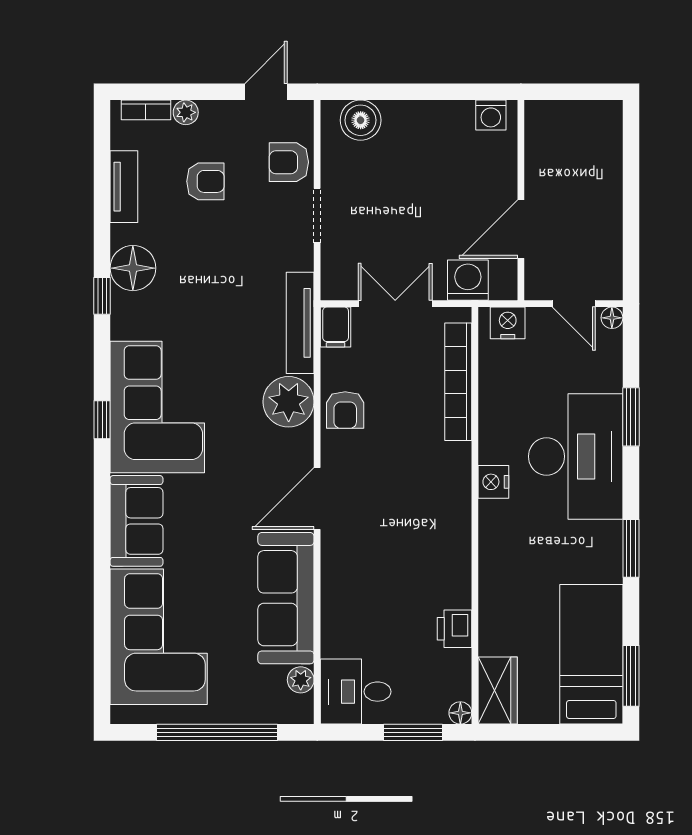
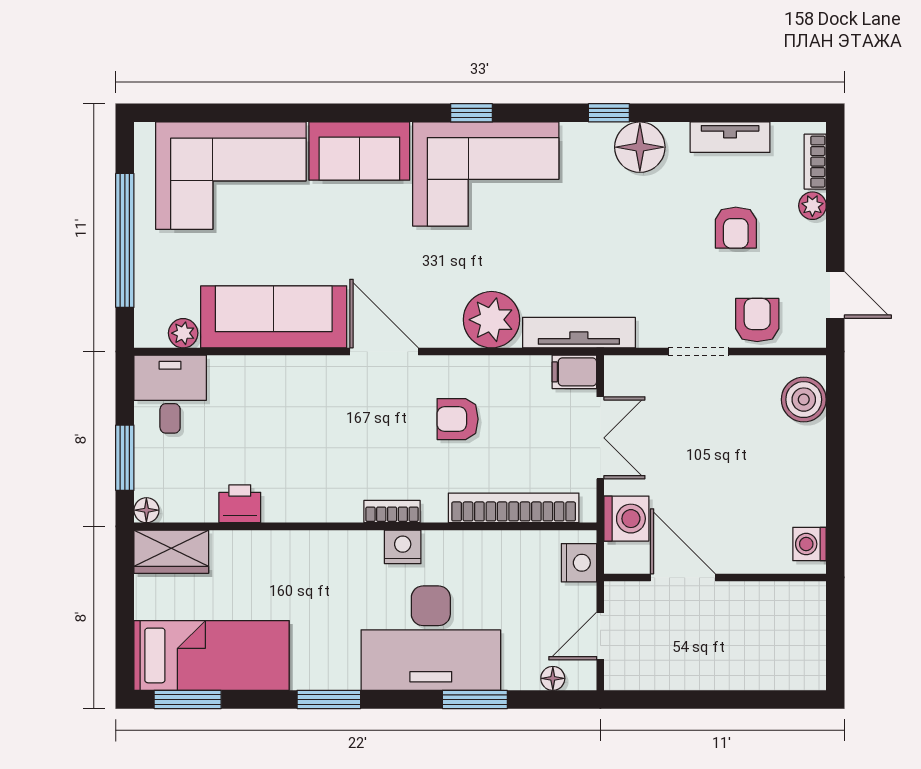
floor lamp: (612, 318) -> (553, 678), moved
armchair: (345, 410) -> (458, 419), moved
bookcase: (462, 491) -> (392, 512), added

